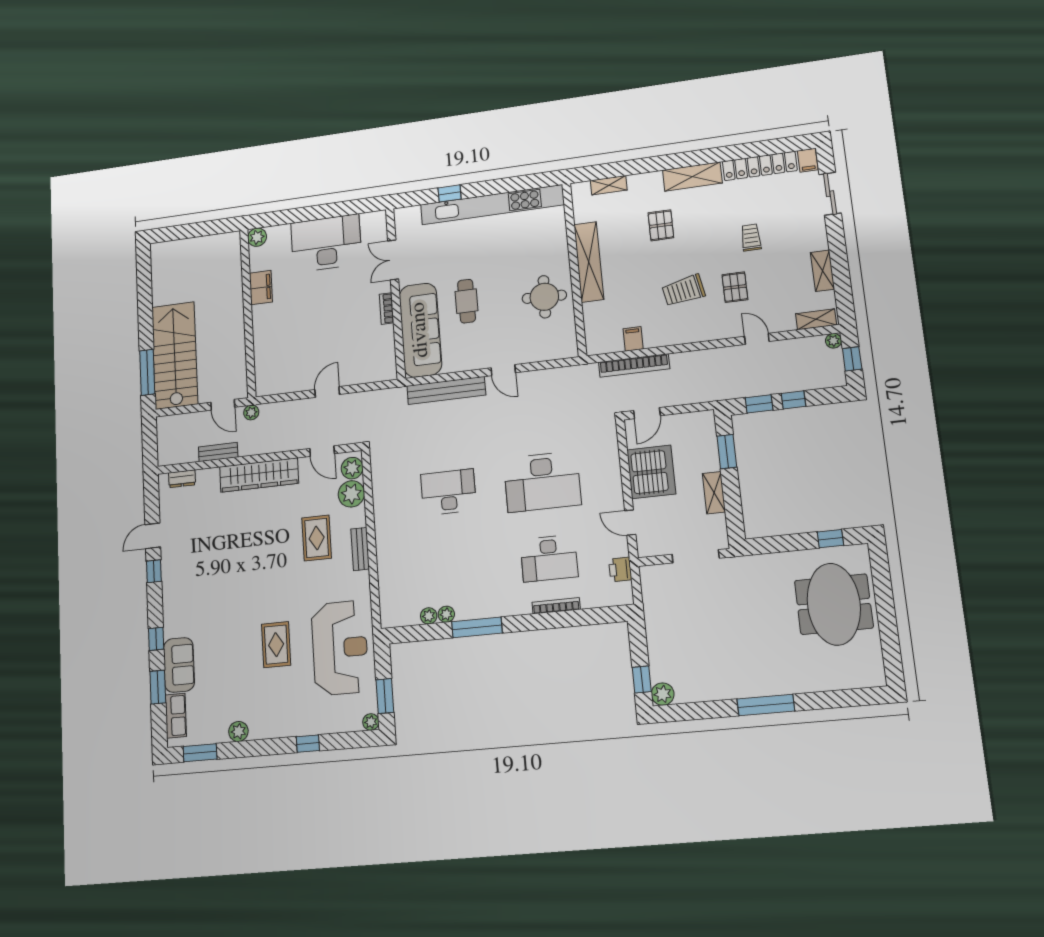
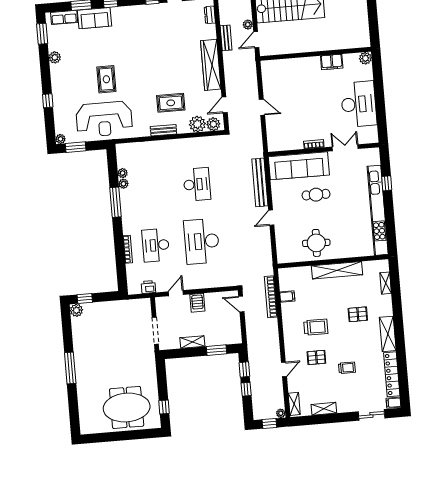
trolley: (684, 290) -> (316, 327), turned 101
plant: (251, 412) -> (248, 25), moved
server rack: (651, 472) -> (197, 303), width x0.46, depth x0.70
rug: (276, 645) -> (106, 79), turned 90

